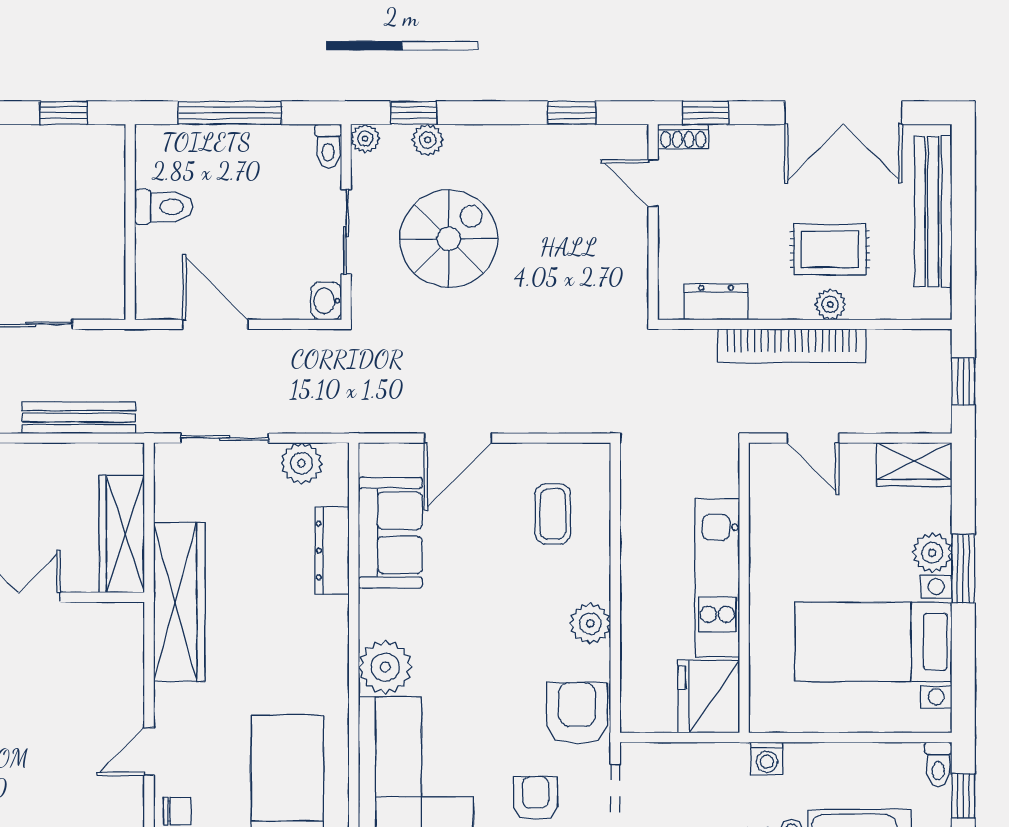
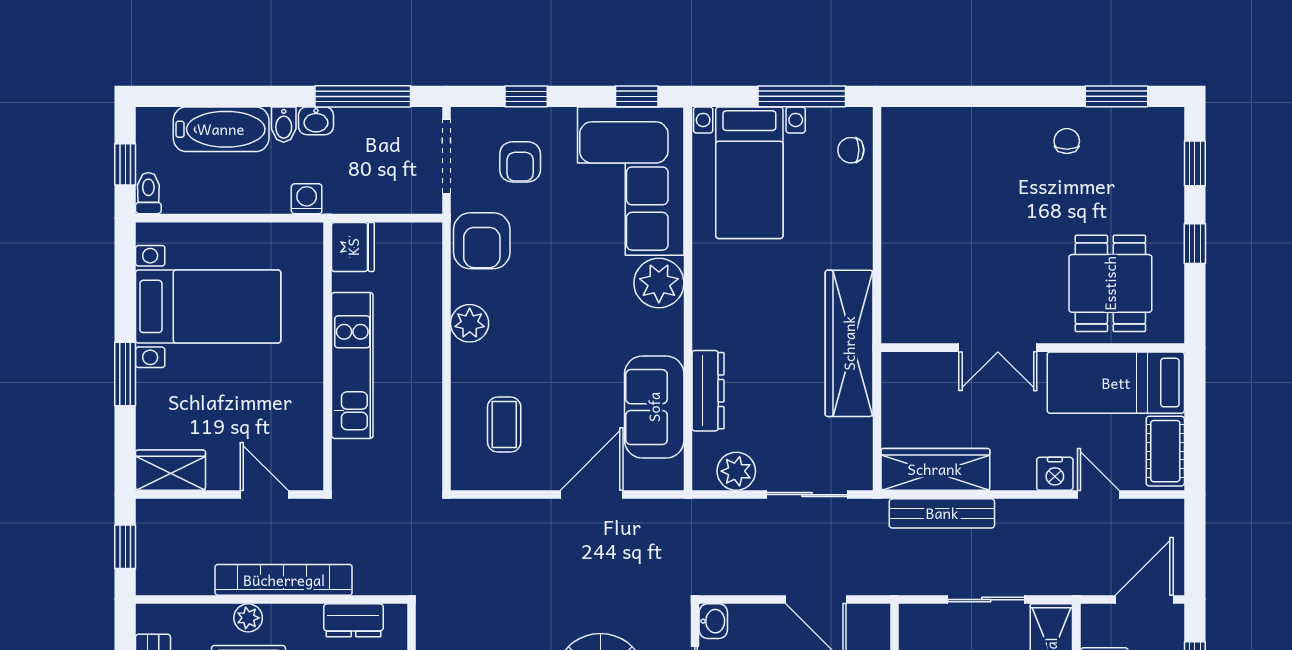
wardrobe: (122, 534) -> (935, 469), moved, turned -90
plant: (932, 553) -> (154, 389), removed
fridge: (709, 697) -> (353, 247), width x0.73, depth x0.75
door: (149, 752) -> (877, 205), removed

